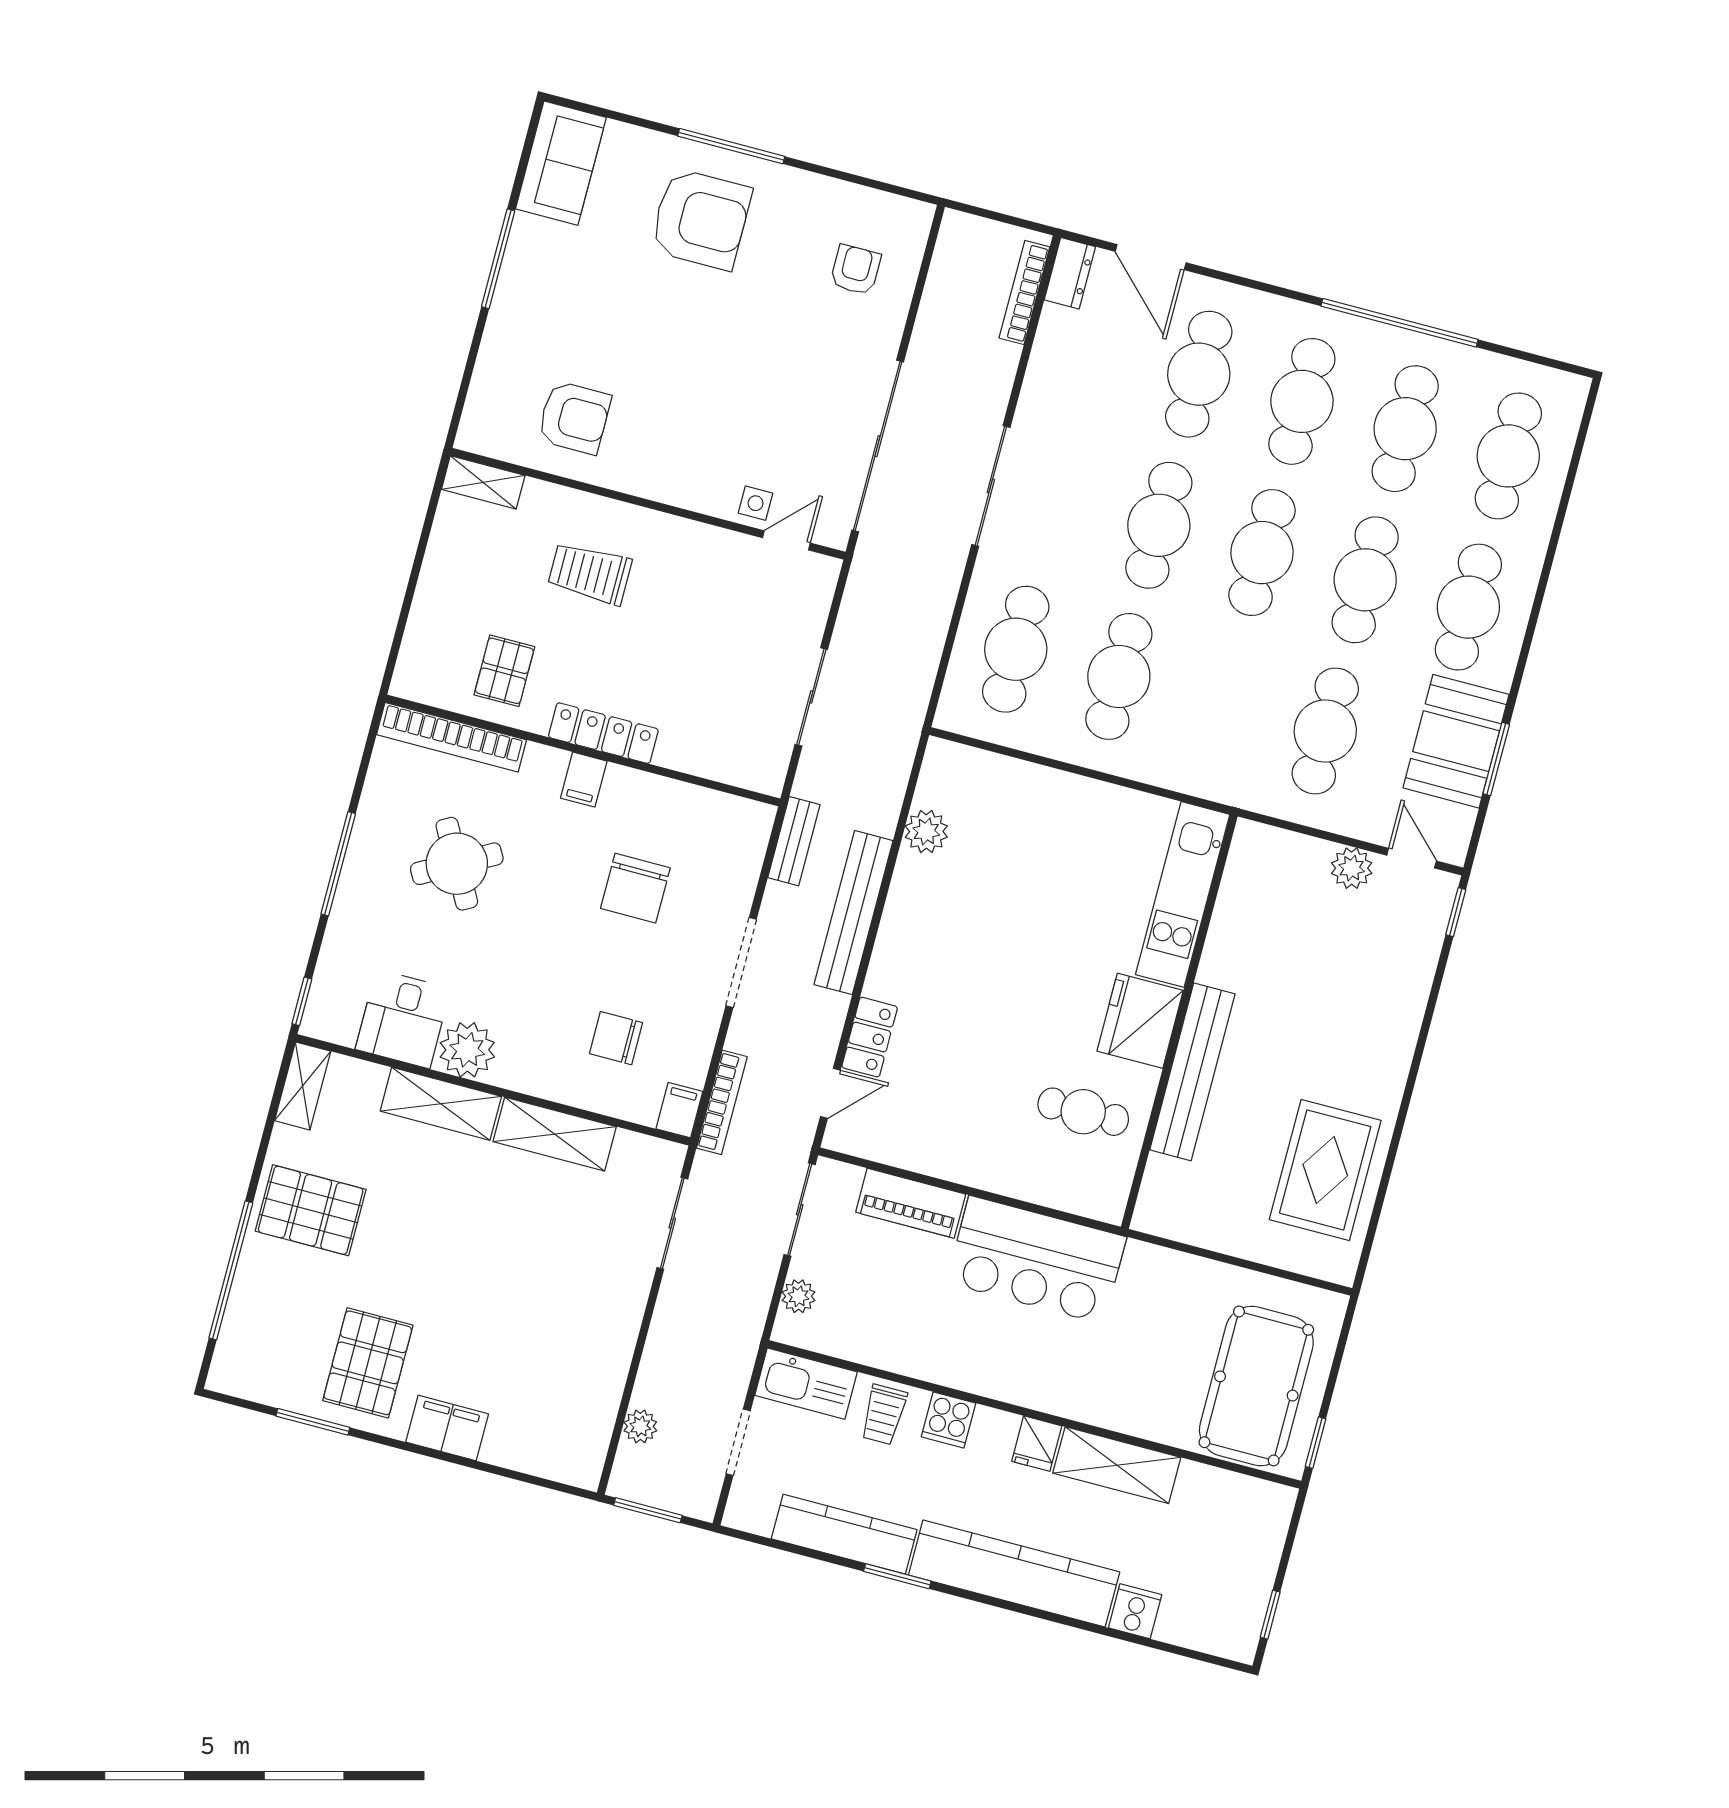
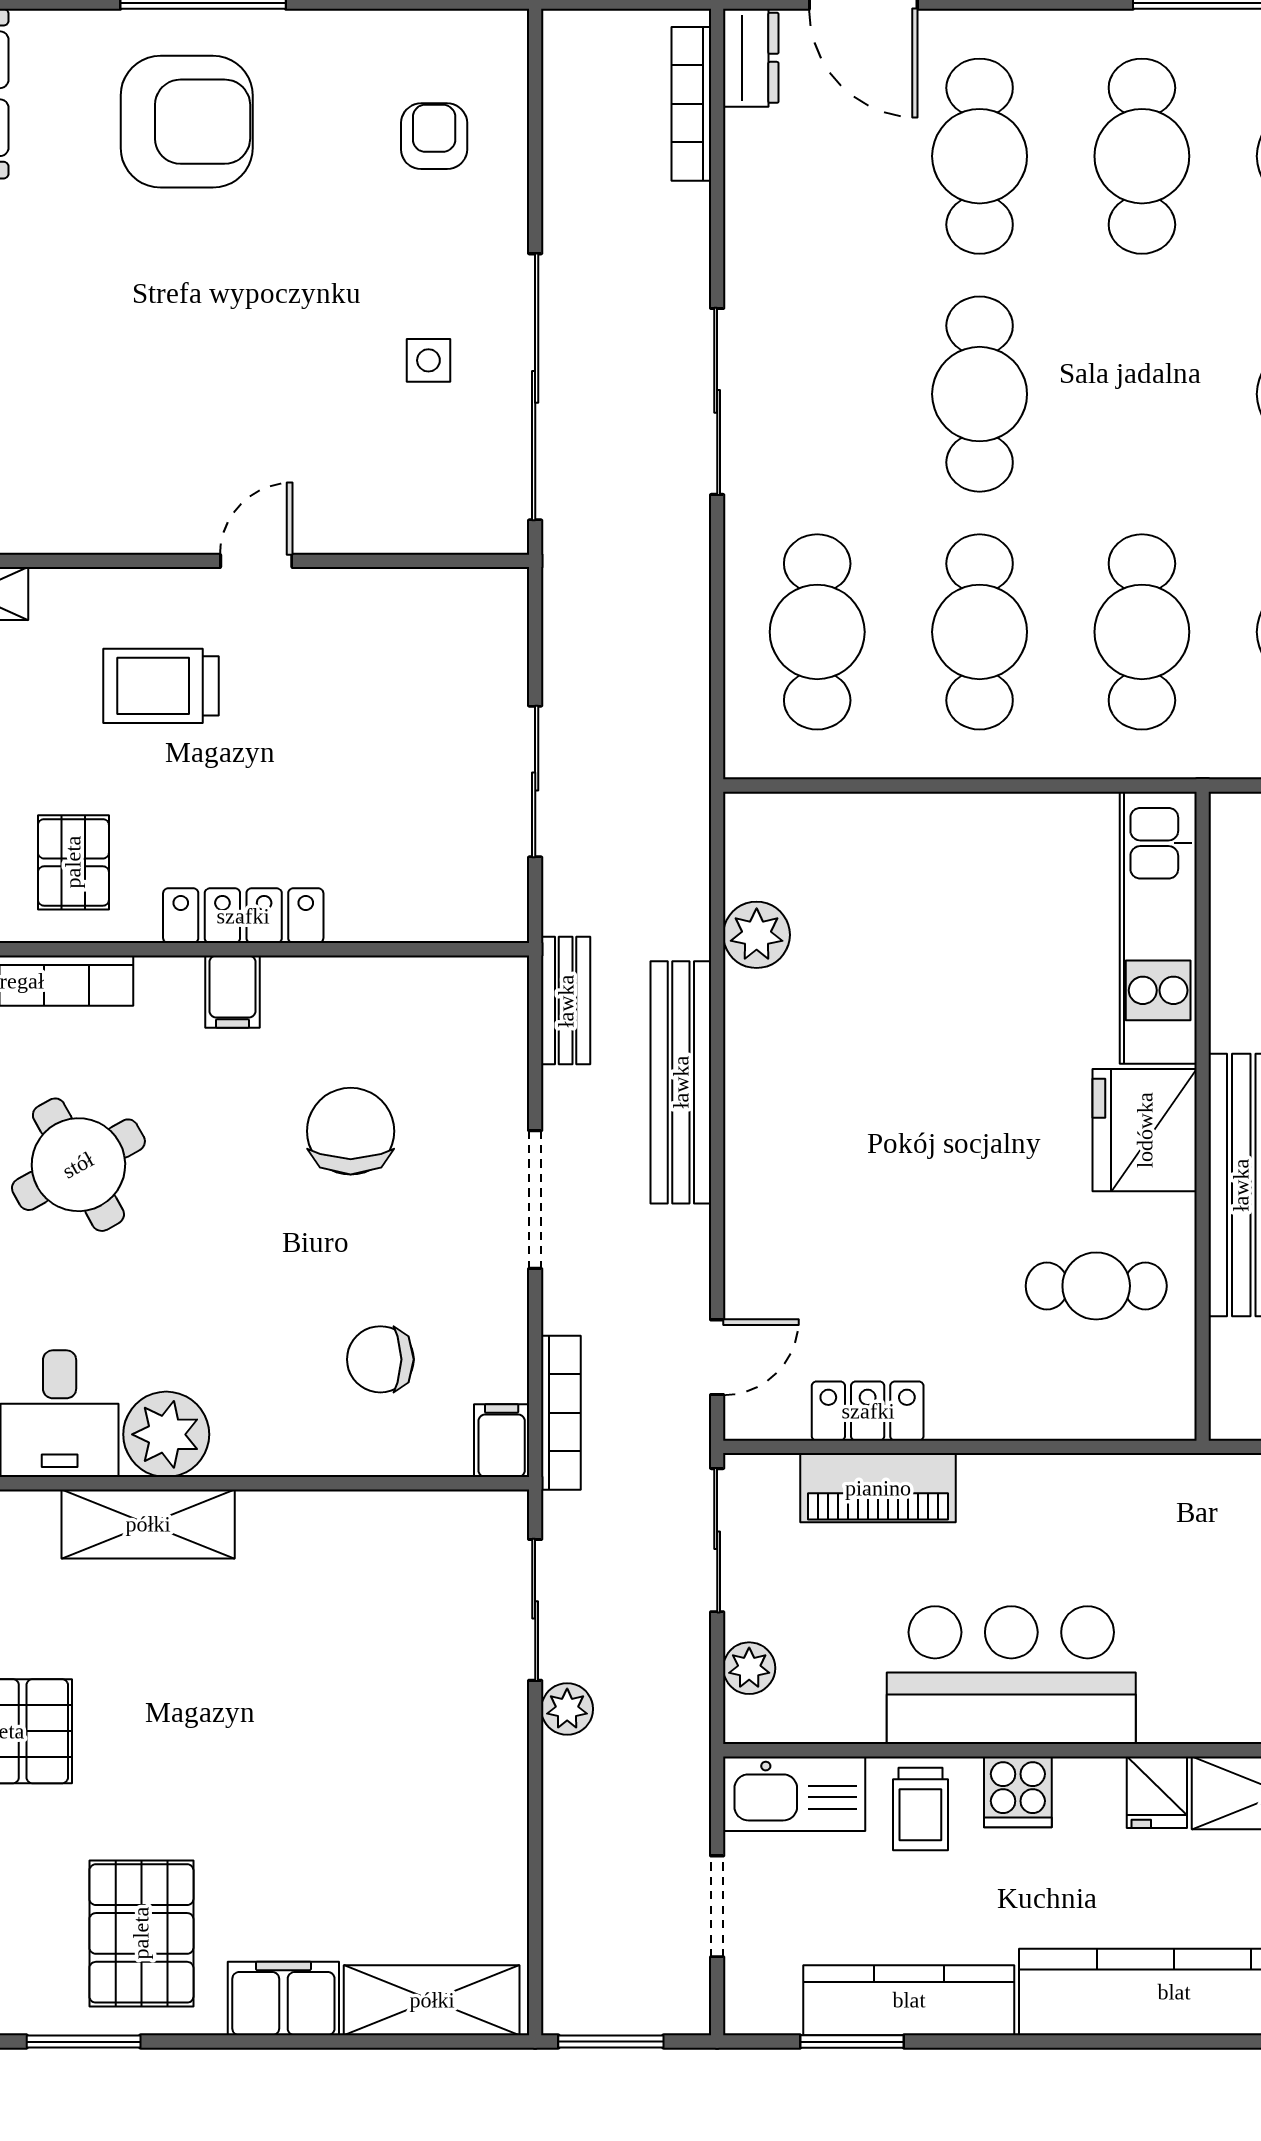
armchair: (574, 418) -> (78, 463), removed
side table: (756, 503) -> (428, 360), moved
door: (786, 540) -> (256, 561), moved
cafe table: (1262, 553) -> (1142, 632), moved
chair: (635, 888) -> (351, 1131), turned 180
locker: (870, 1037) -> (868, 1411), moved, turned -90
shelving: (555, 1134) -> (432, 2000), moved
bar counter: (1036, 1260) -> (1011, 1675), moved, turned 180
plant: (640, 1426) -> (567, 1709), moved
window: (897, 1576) -> (852, 2042), moved

